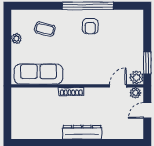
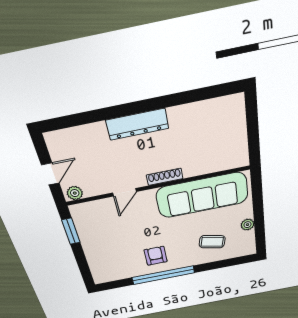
sofa: (39, 74) -> (202, 195), width x1.36, depth x1.27
plant: (137, 77) -> (79, 212), removed
door: (118, 86) -> (124, 192), moved

